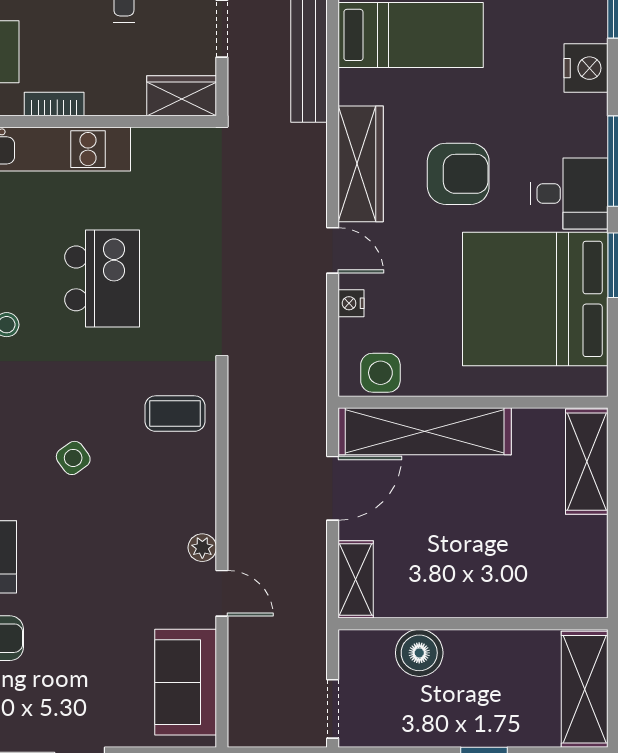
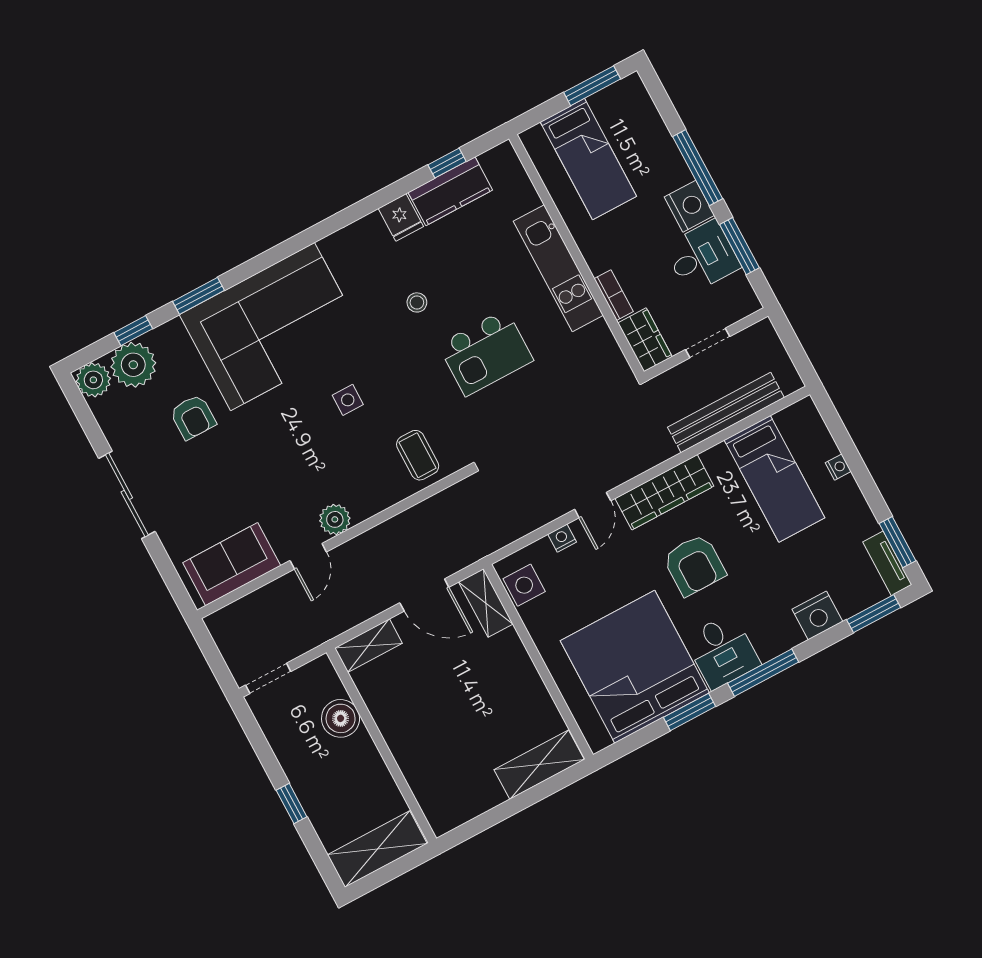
bookcase: (54, 104) -> (614, 295), moved
shelving: (425, 431) -> (486, 603), width x0.45, depth x0.75
side table: (73, 458) -> (348, 400), turned 36
plant: (202, 548) -> (335, 519), width x1.38, depth x1.38

